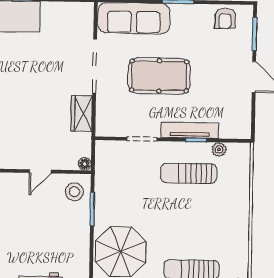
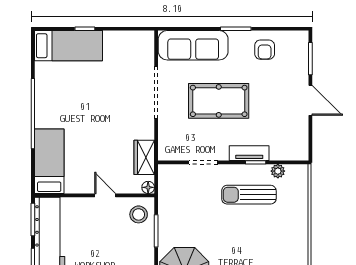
armchair: (225, 18) -> (265, 50), moved
wardrobe: (82, 113) -> (144, 157), moved
tv unit: (190, 130) -> (249, 153), width x0.71
door: (40, 171) -> (105, 195), swing flipped

